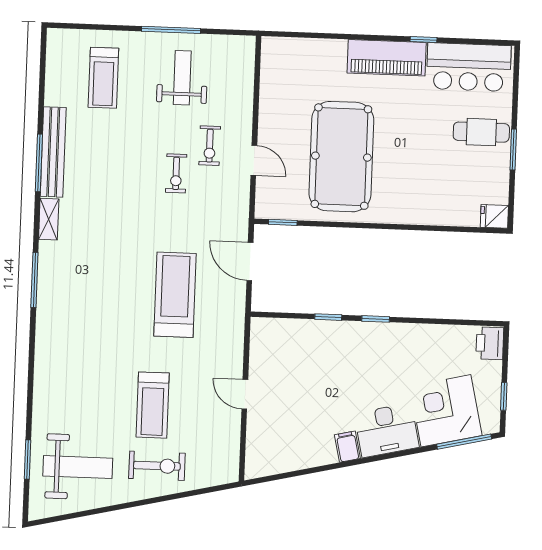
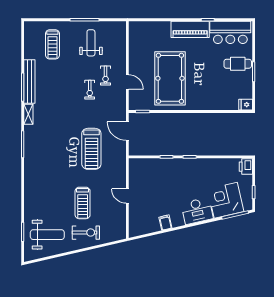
treadmill: (175, 295) -> (91, 149), turned 180
filing cabinet: (347, 447) -> (165, 223), moved

